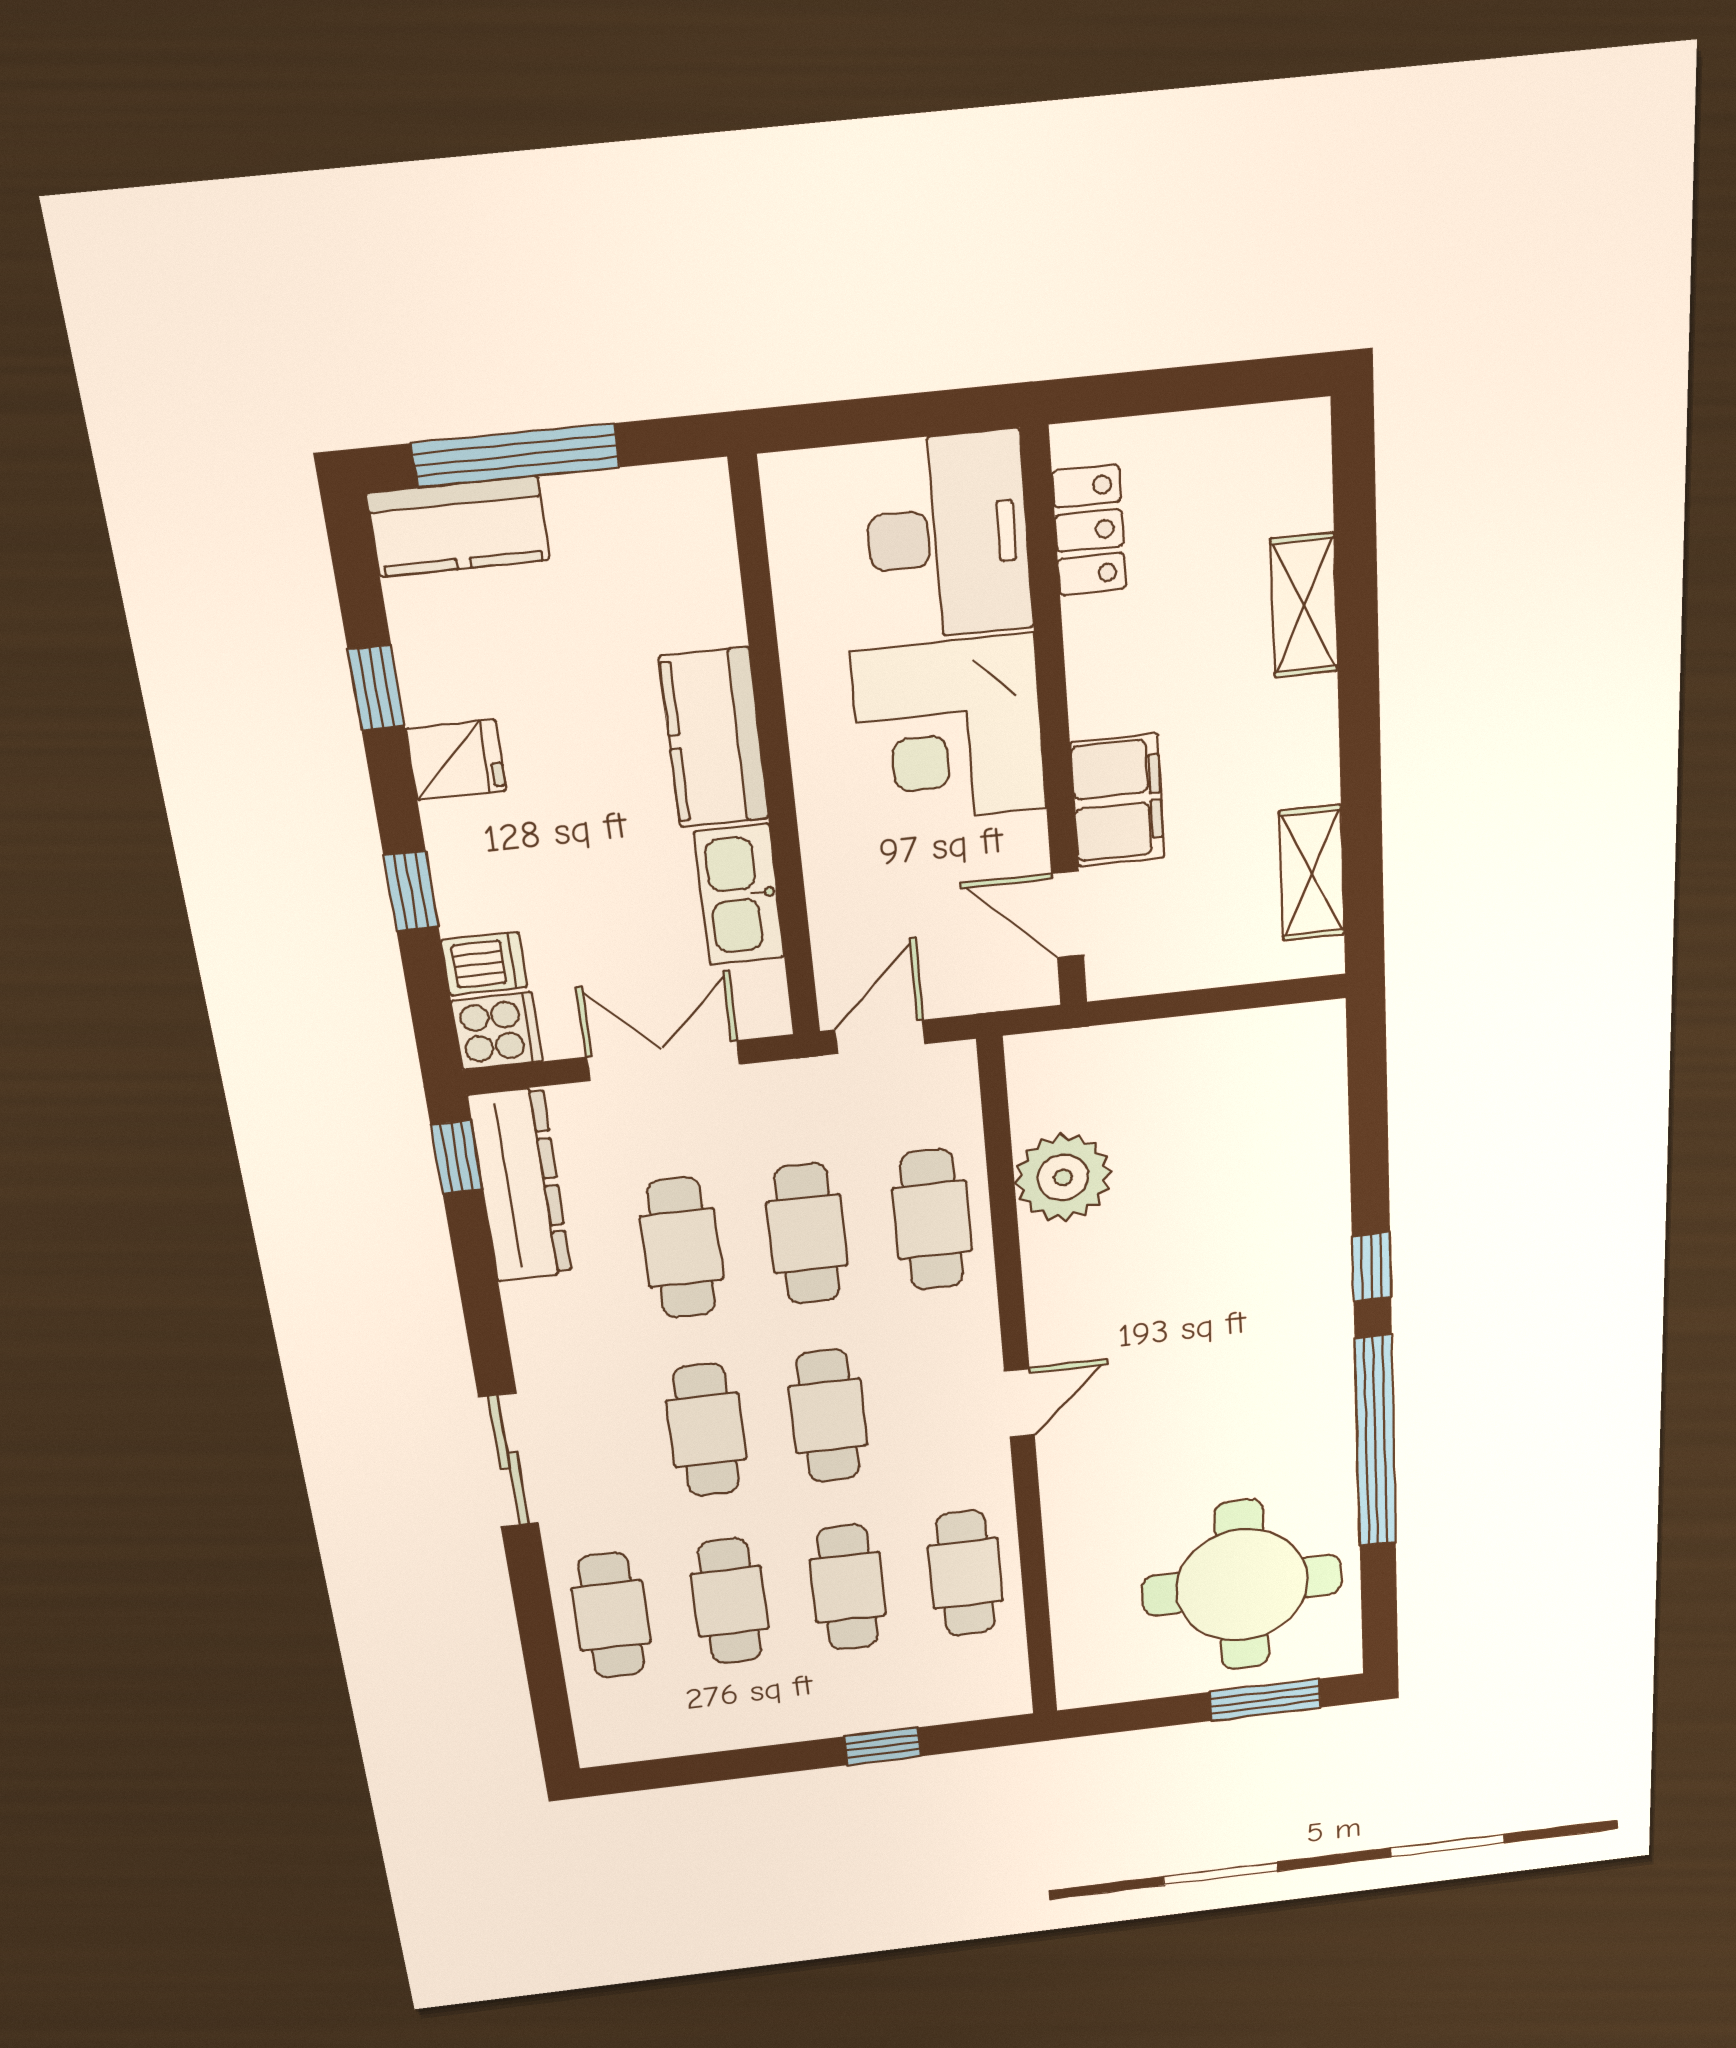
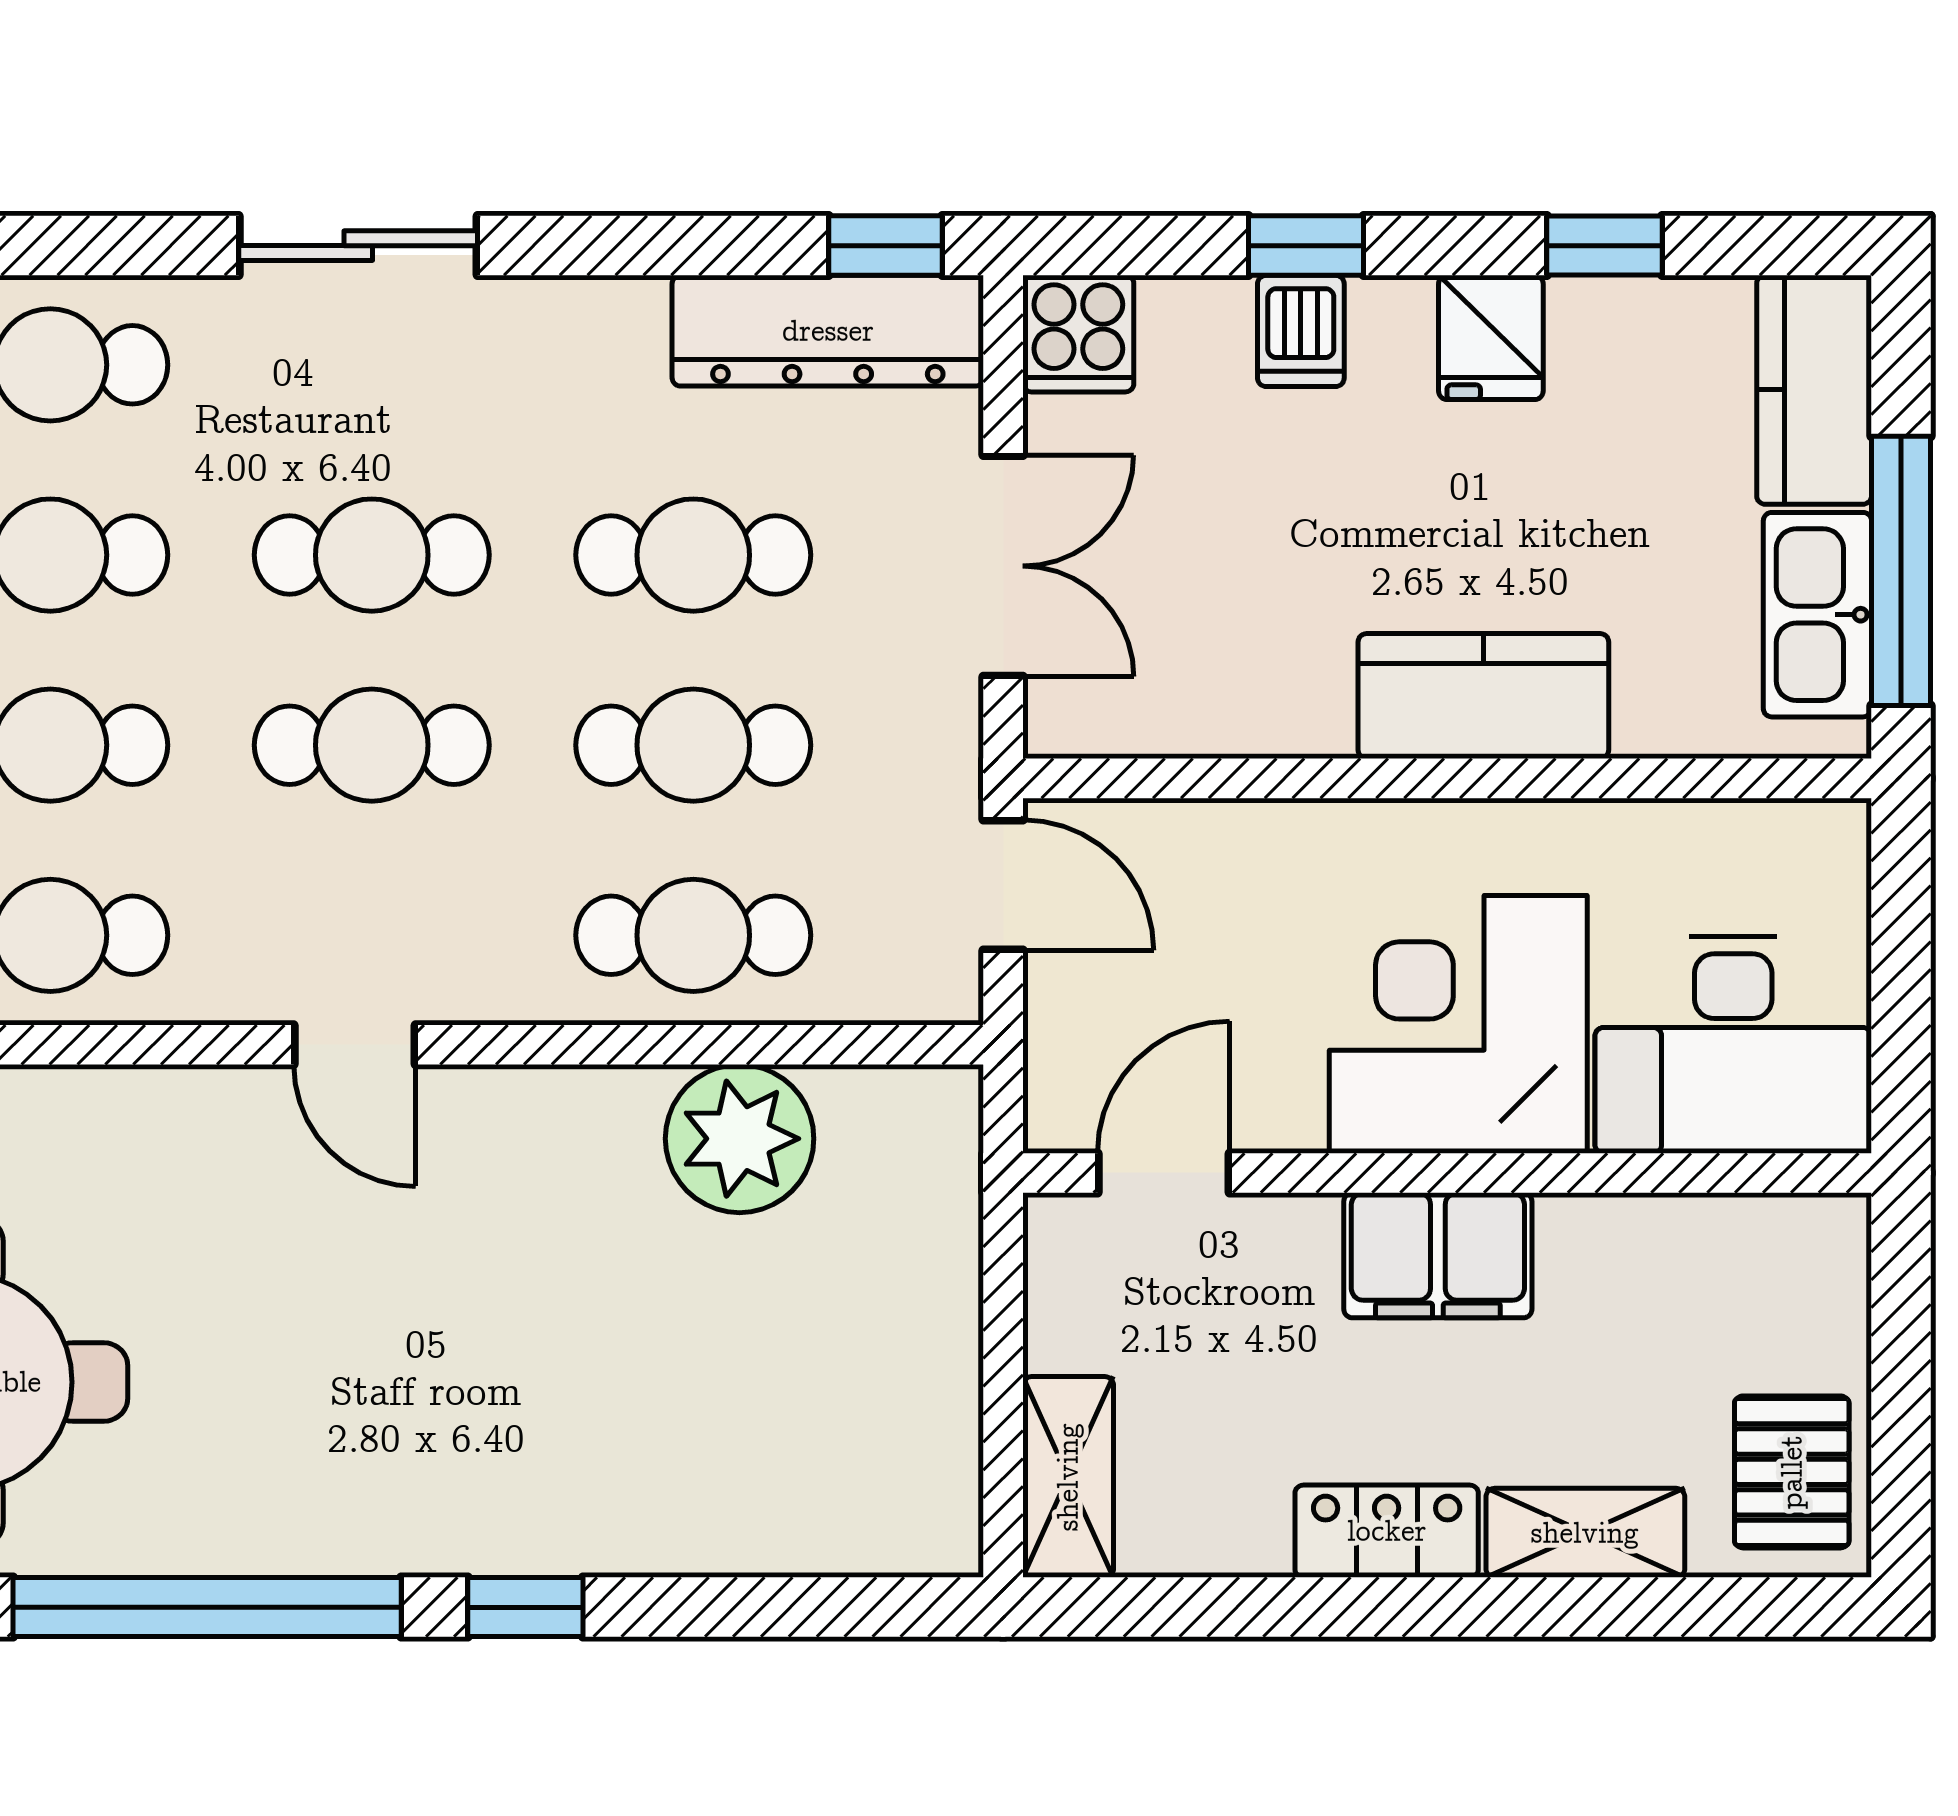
window: (516, 455) -> (1901, 571), moved
pallet: (1256, 463) -> (1792, 1472), added
locker: (1089, 530) -> (1387, 1531), moved, turned 180
filing cabinet: (1117, 800) -> (1438, 1255), moved
shelving: (1312, 873) -> (1068, 1477), moved, turned 90
kitchen sink: (739, 895) -> (1817, 615), moved, turned -90
dishwasher: (484, 964) -> (1301, 331), moved

